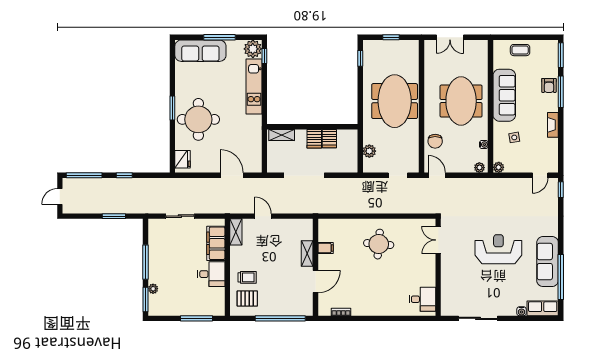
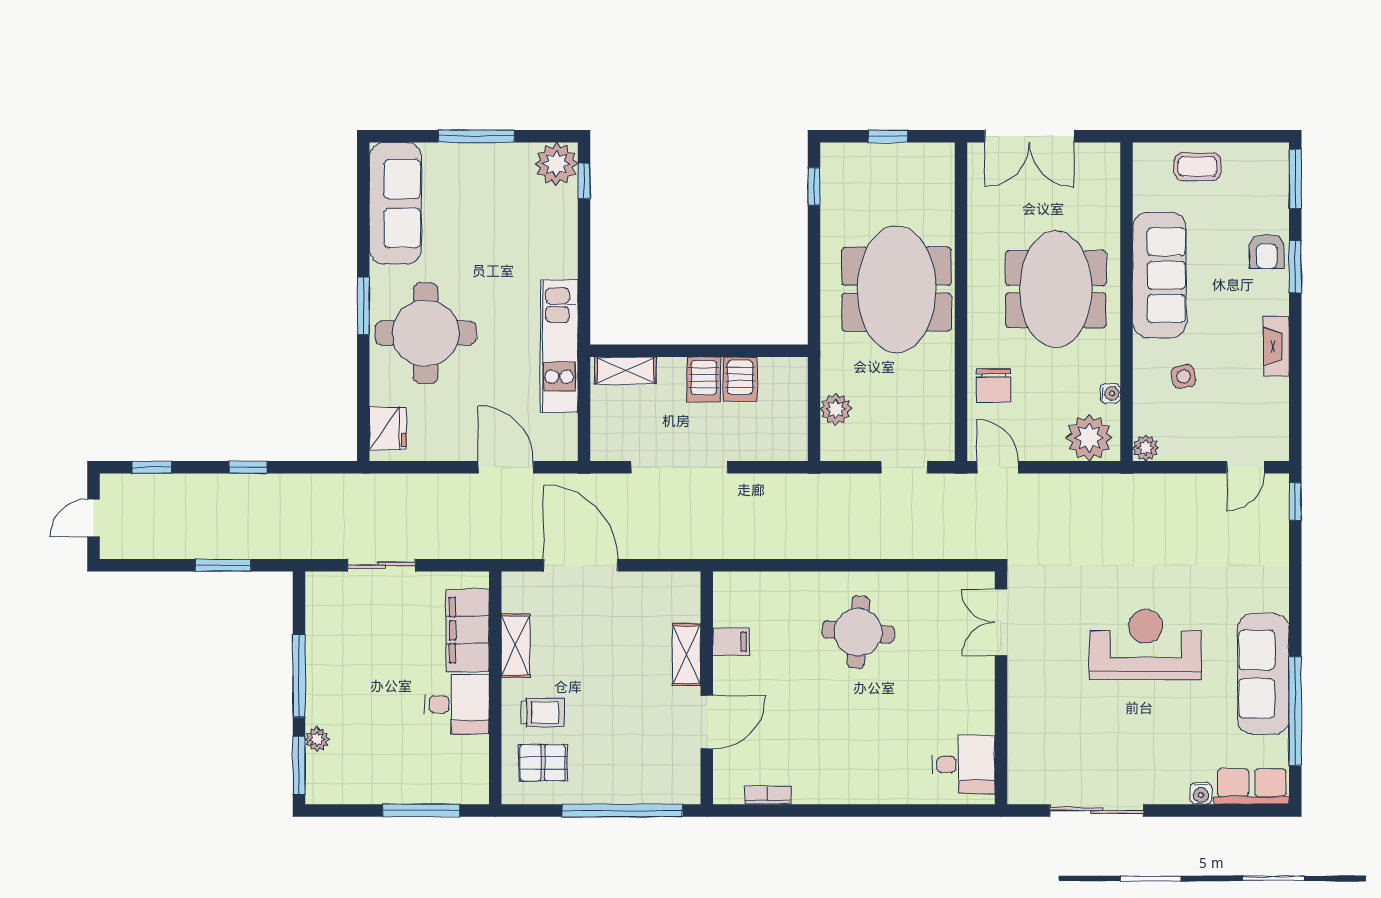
double door: (450, 37) -> (1029, 136), width x1.37
sofa: (200, 51) -> (395, 203), moved, turned -90
kitchen unit: (254, 86) -> (559, 346), moved
window: (561, 92) -> (1295, 267), width x0.69
plant: (479, 168) -> (1089, 438), width x1.88, depth x1.88
window: (84, 175) -> (152, 467), width x0.46
door: (263, 216) -> (581, 565), width x1.88
shelving: (236, 232) -> (516, 646), moved

